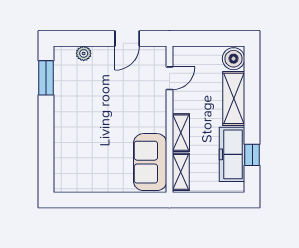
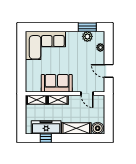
plant: (63, 78) -> (87, 36), added
corner sofa: (80, 156) -> (45, 45), added
sofa: (150, 162) -> (57, 83), moved

